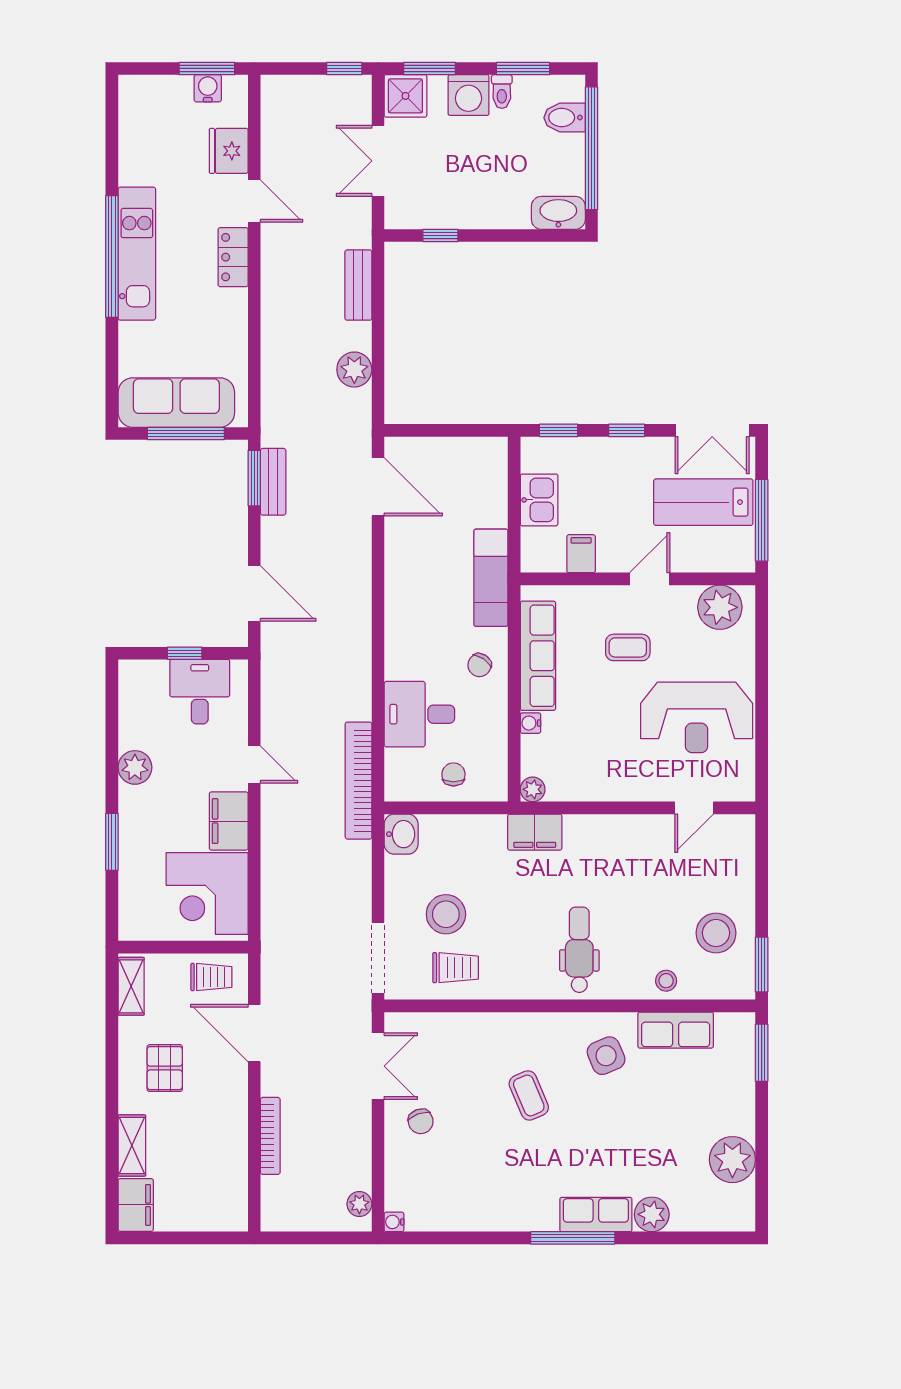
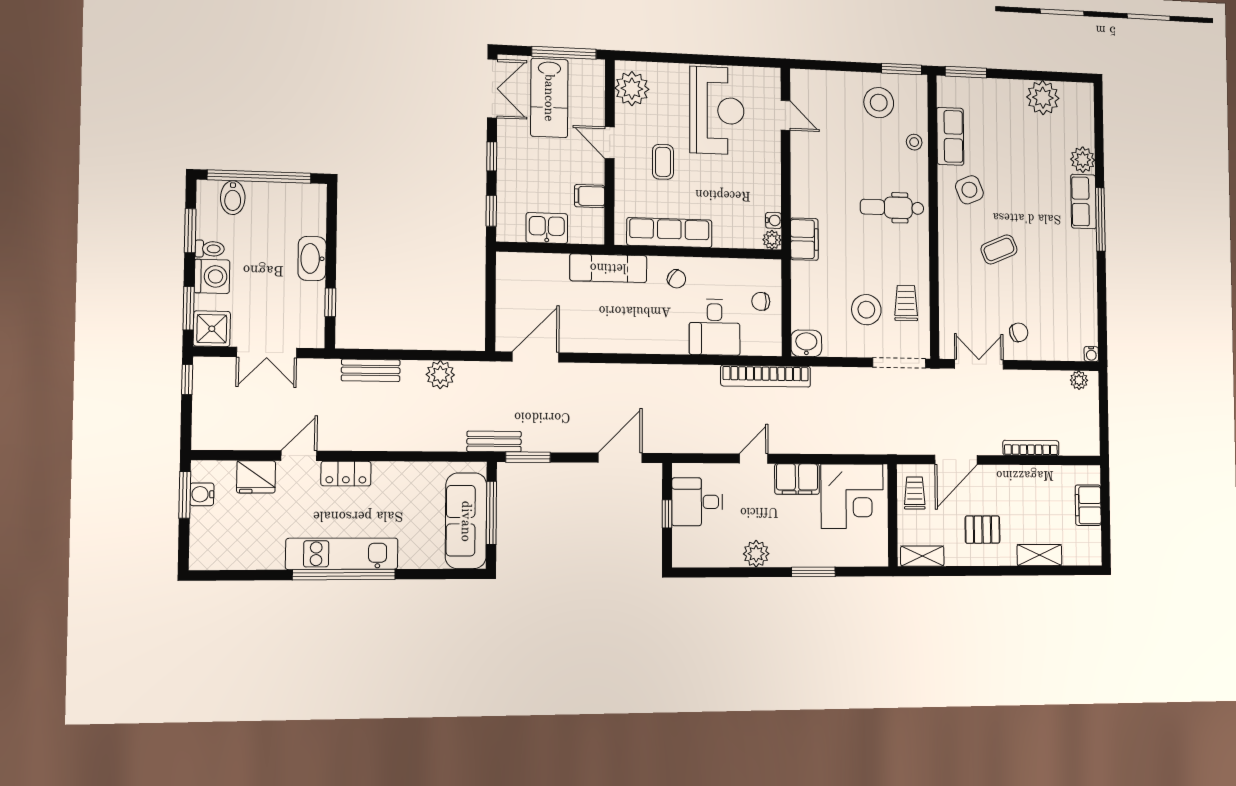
washbasin: (558, 213) -> (312, 259), moved
bench: (273, 482) -> (494, 442), moved
water cooler: (531, 723) -> (774, 220), moved, turned -90
filing cabinet: (136, 1205) -> (1088, 505), moved, turned -90

